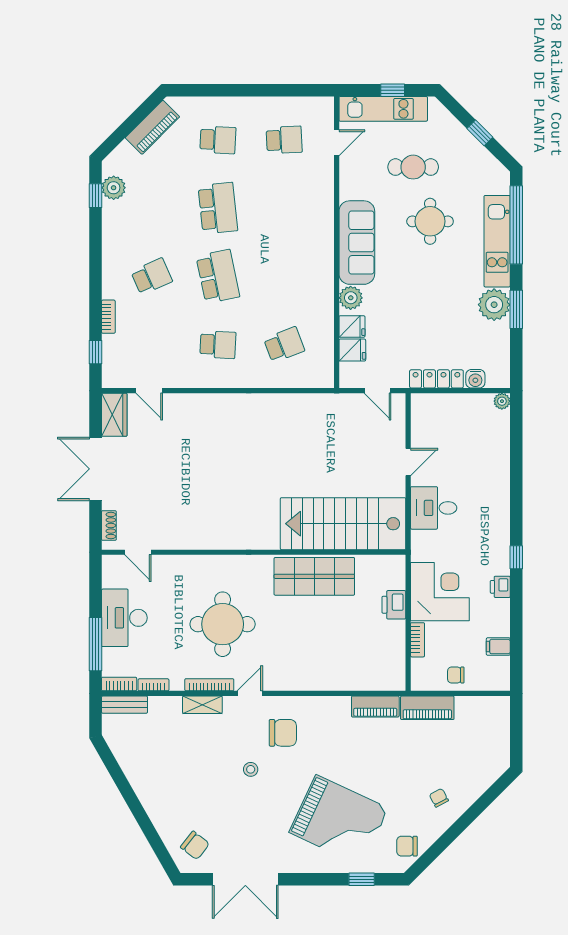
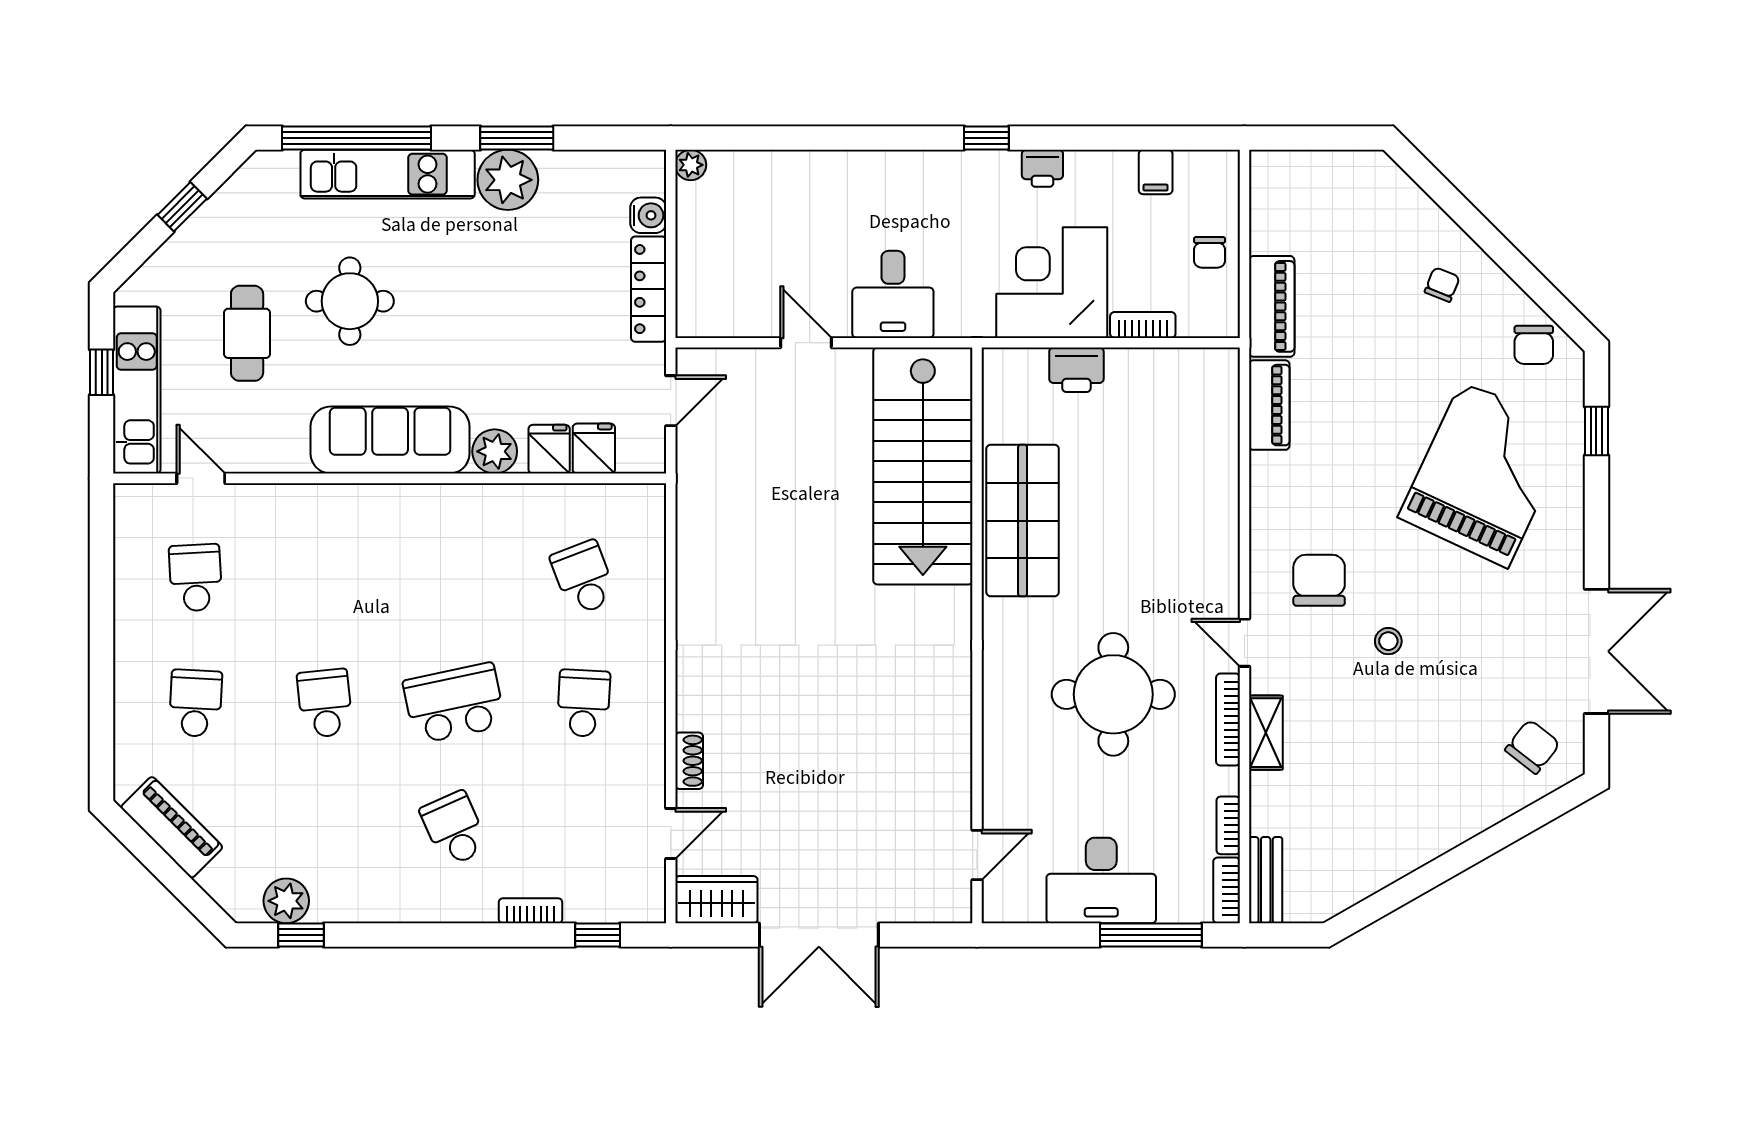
school desk: (218, 208) -> (325, 703), width x0.54
shoe rack: (109, 526) -> (689, 761), moved, turned 90
chair: (439, 798) -> (1442, 285), turned 140

